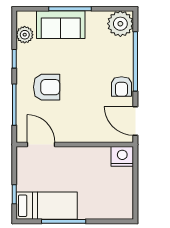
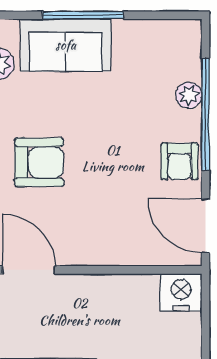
plant: (120, 24) -> (189, 95), moved, width x0.53, depth x0.53

